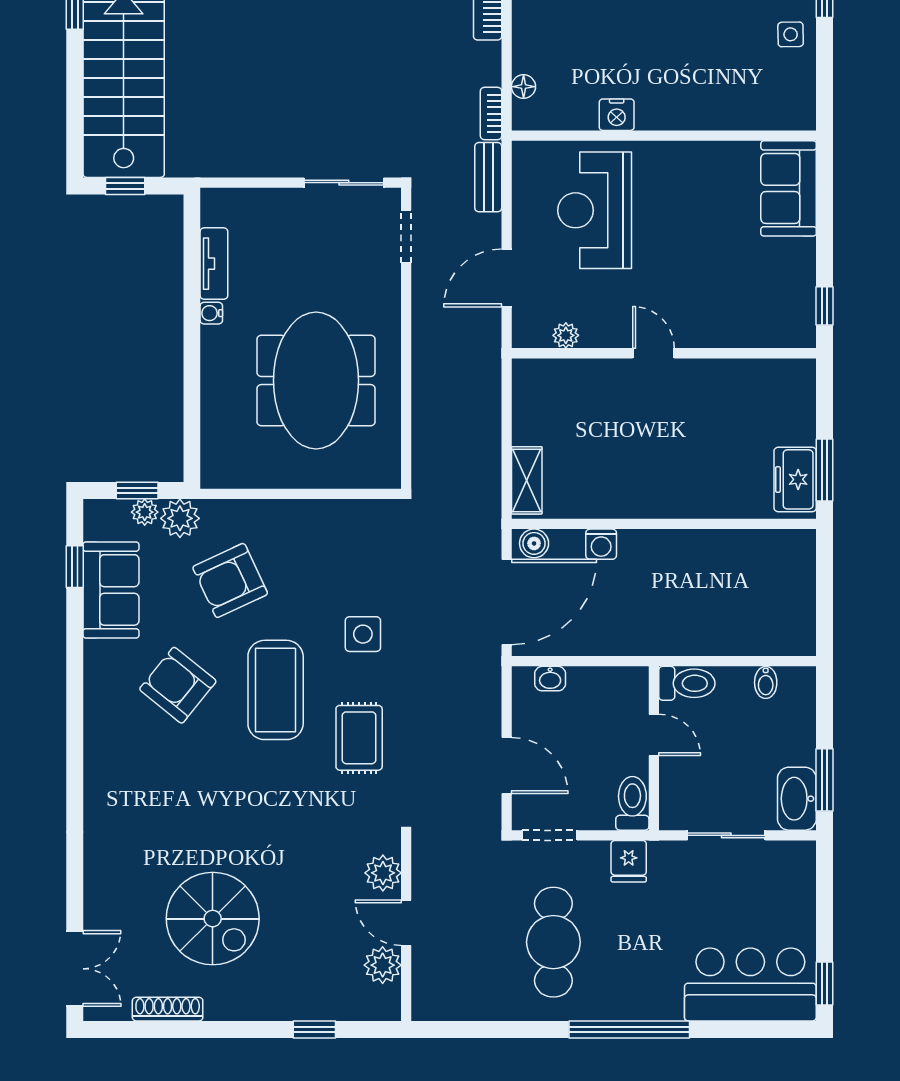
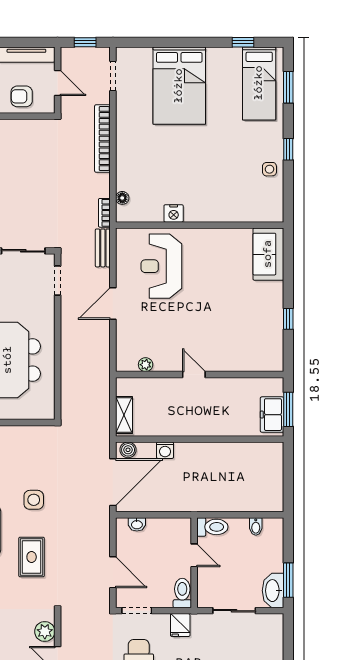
plant: (566, 335) -> (146, 365), moved
door: (654, 353) -> (194, 375), moved
wall: (664, 353) -> (200, 375), moved

